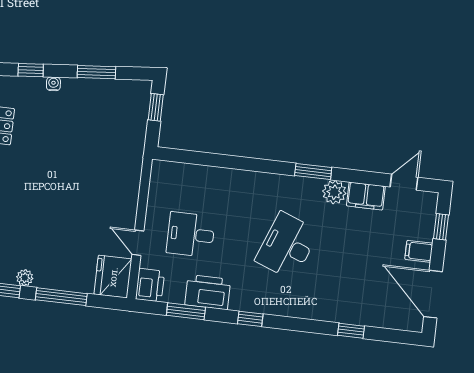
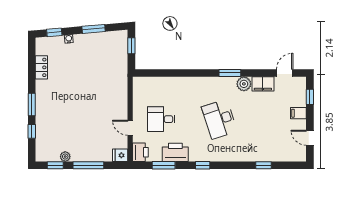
desk: (287, 246) -> (219, 119), turned -39
fridge: (113, 277) -> (120, 155), width x0.53, depth x0.75
door: (433, 294) -> (310, 138), width x0.53

